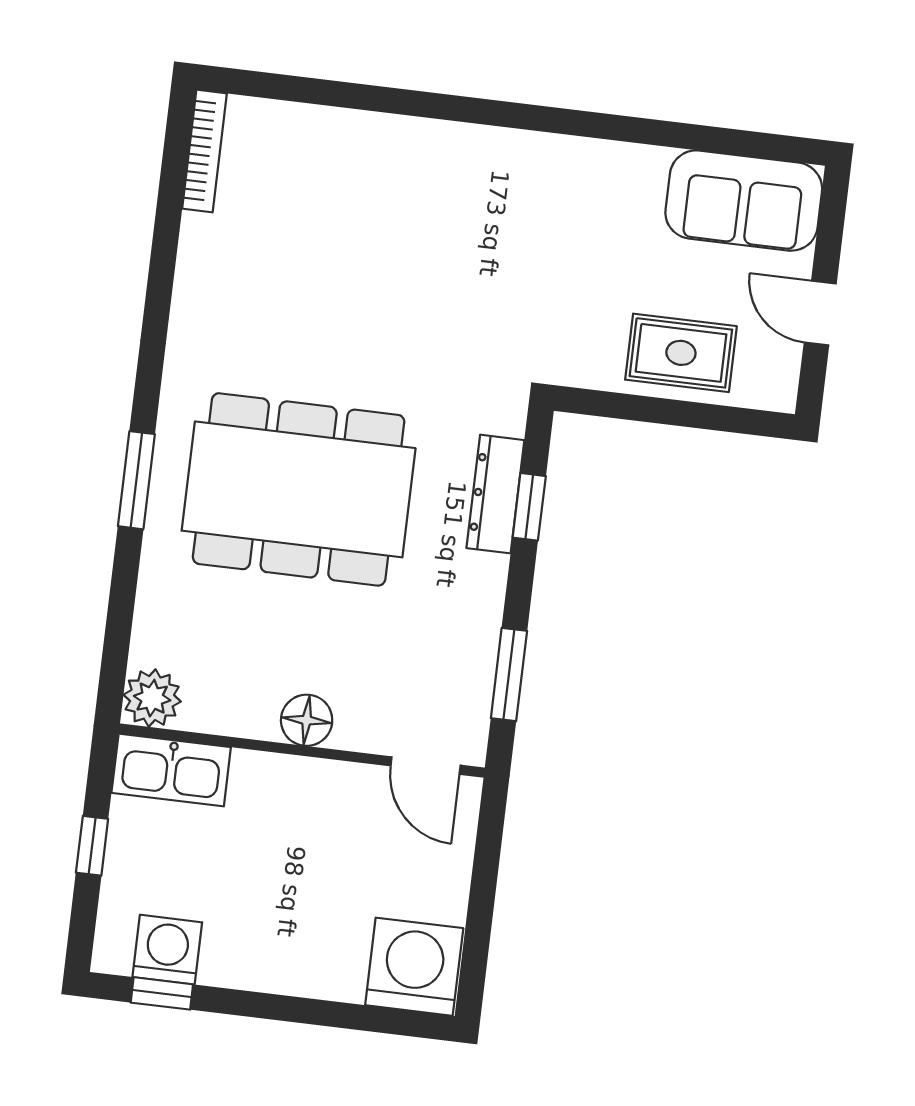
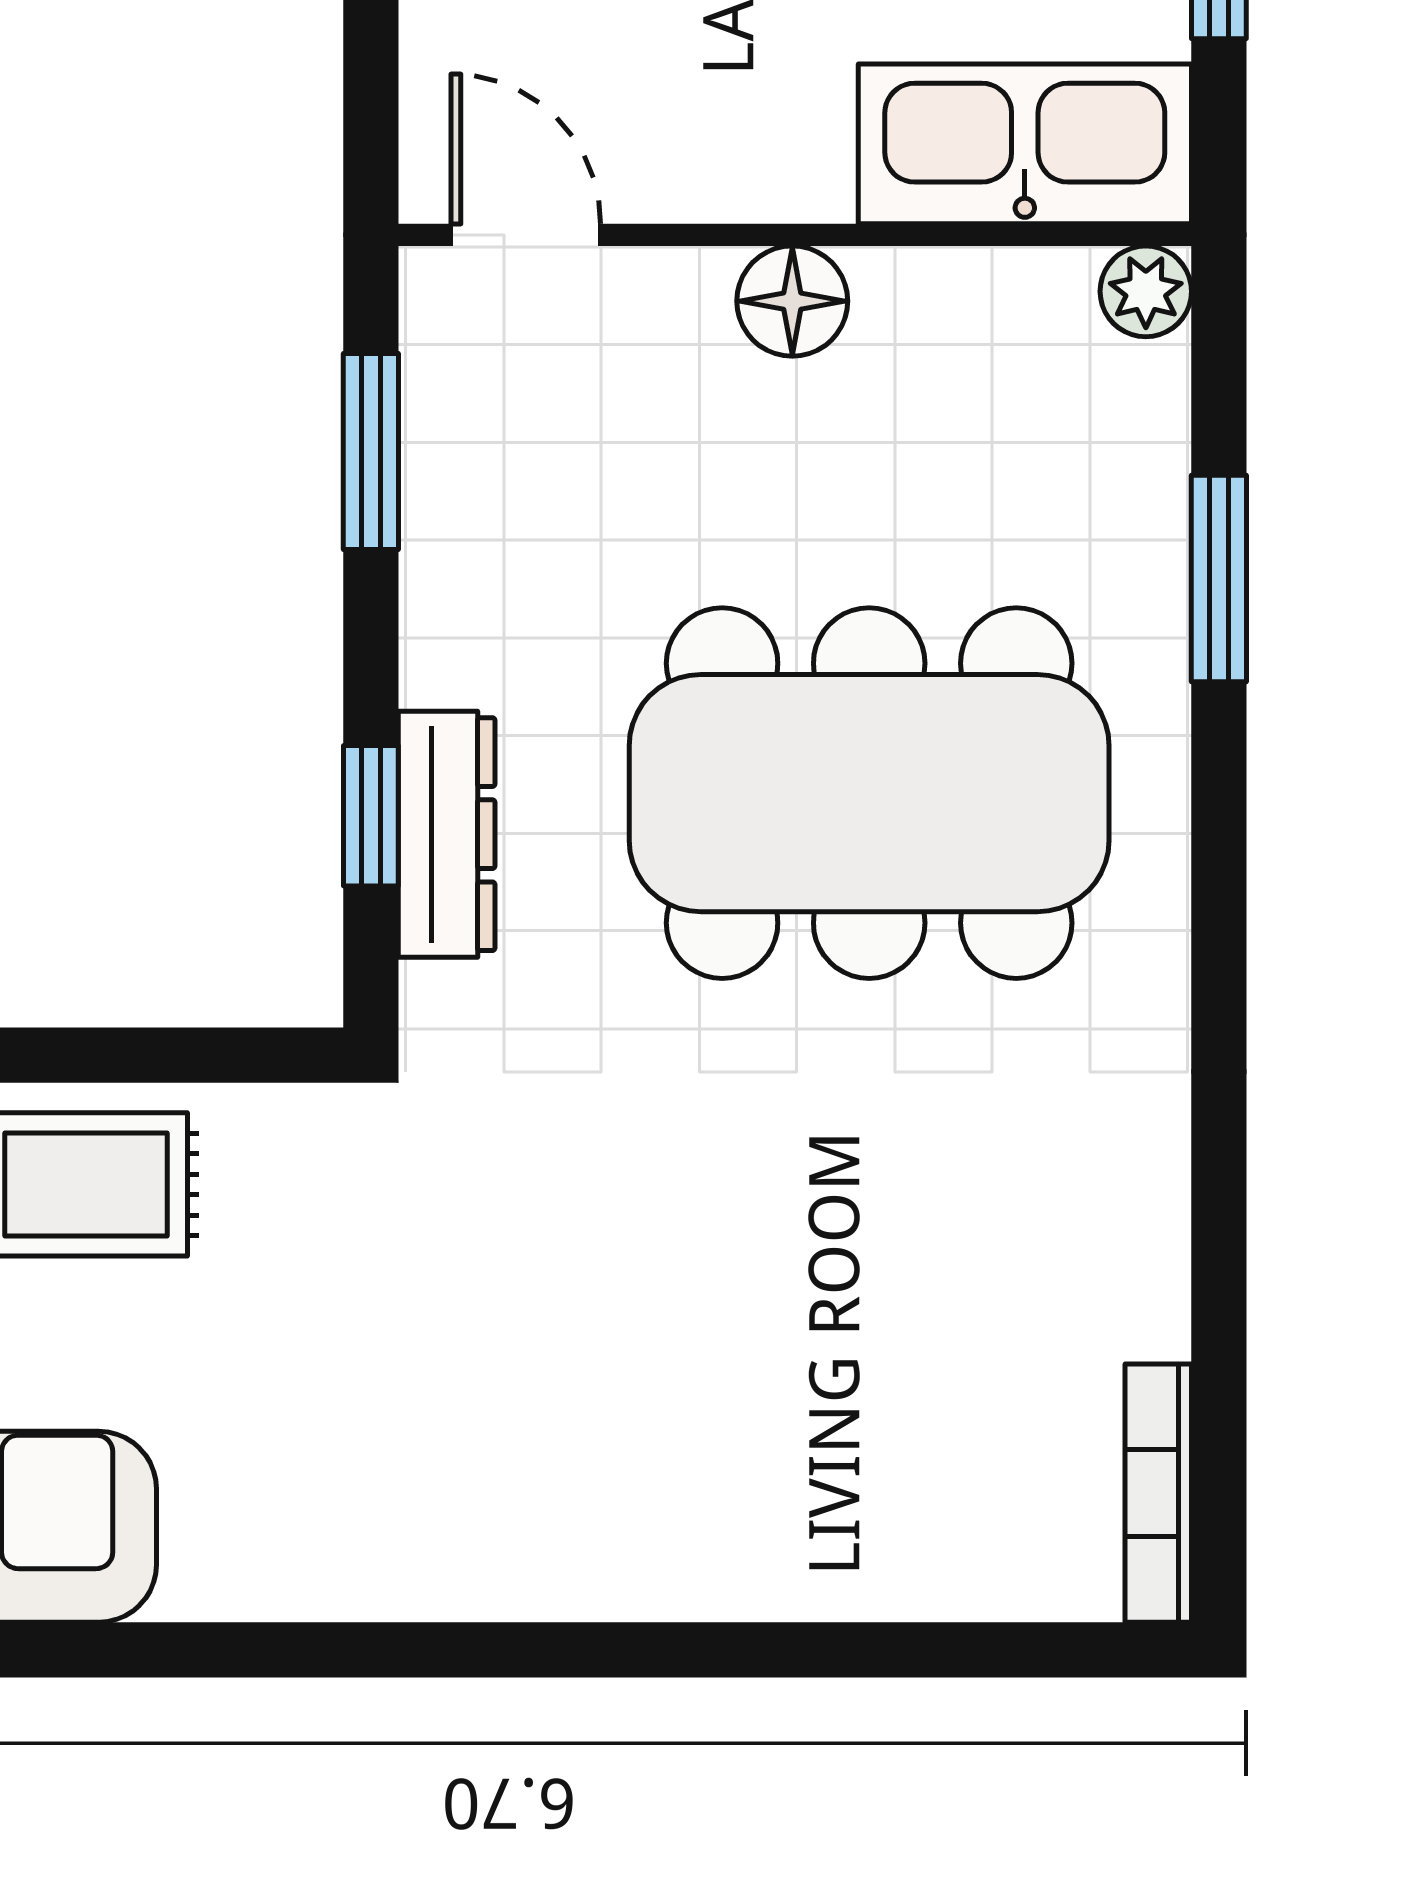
window: (136, 480) -> (1219, 578), moved
plant: (152, 698) -> (1146, 291), width x0.73, depth x0.73
kitchen sink: (171, 770) -> (1025, 144), width x1.36, depth x1.24

